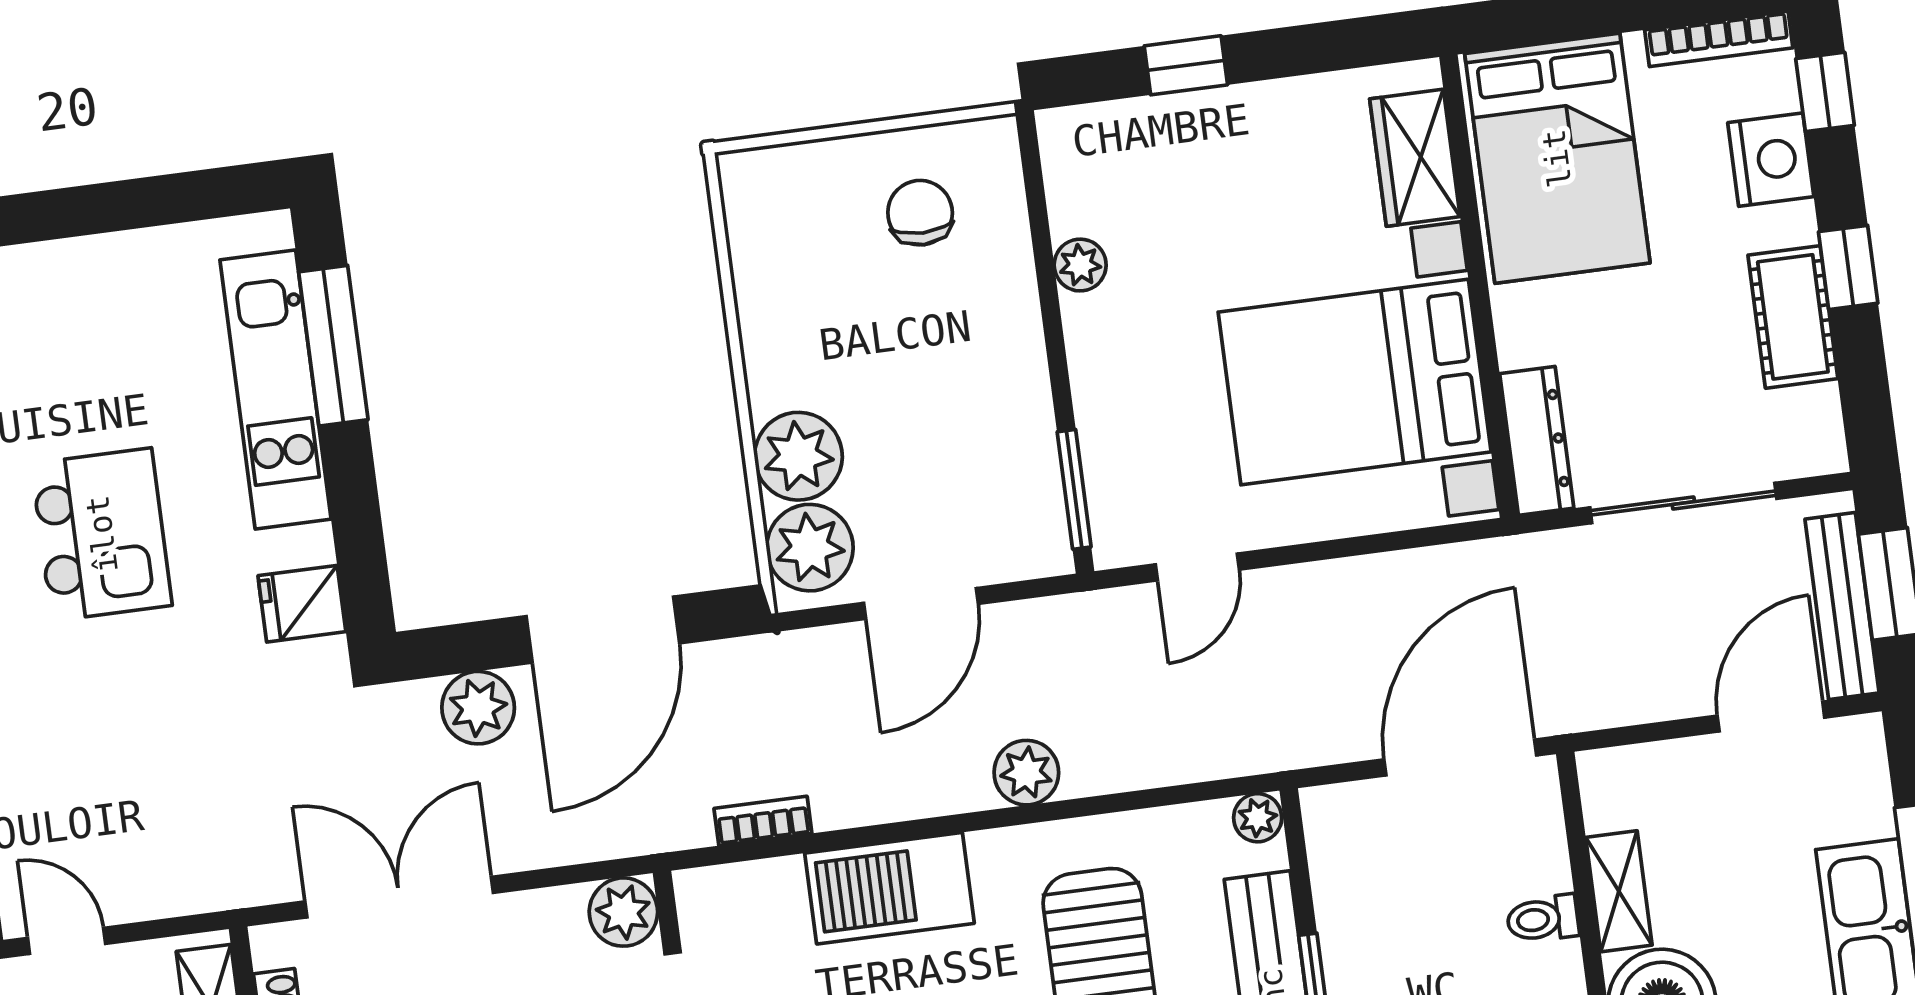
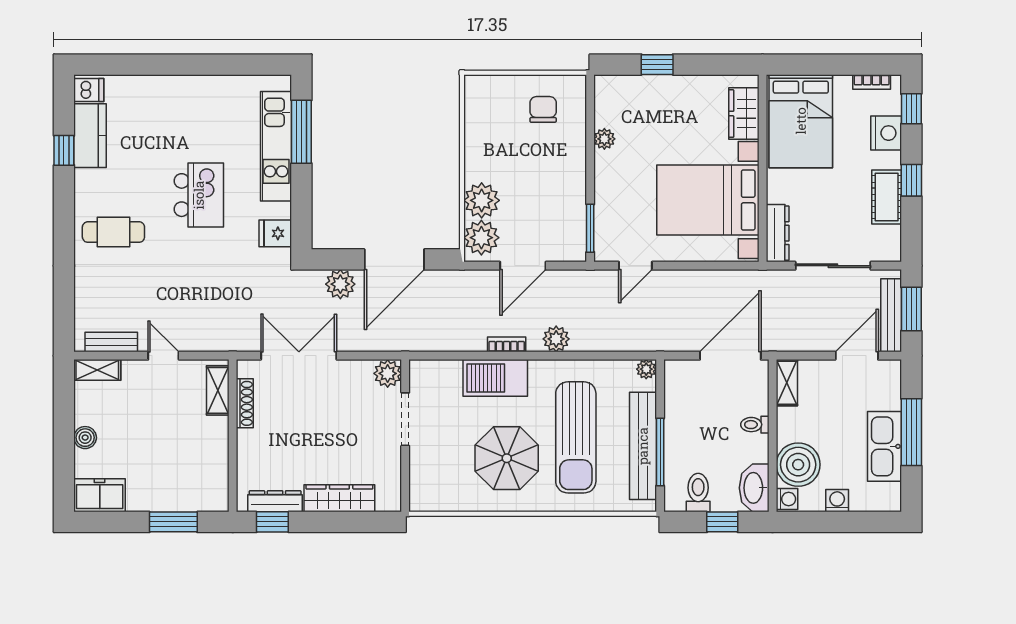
bookcase: (1719, 39) -> (872, 82), width x0.64
bookcase: (763, 821) -> (507, 344), moved
shelving: (1619, 891) -> (787, 383), moved

